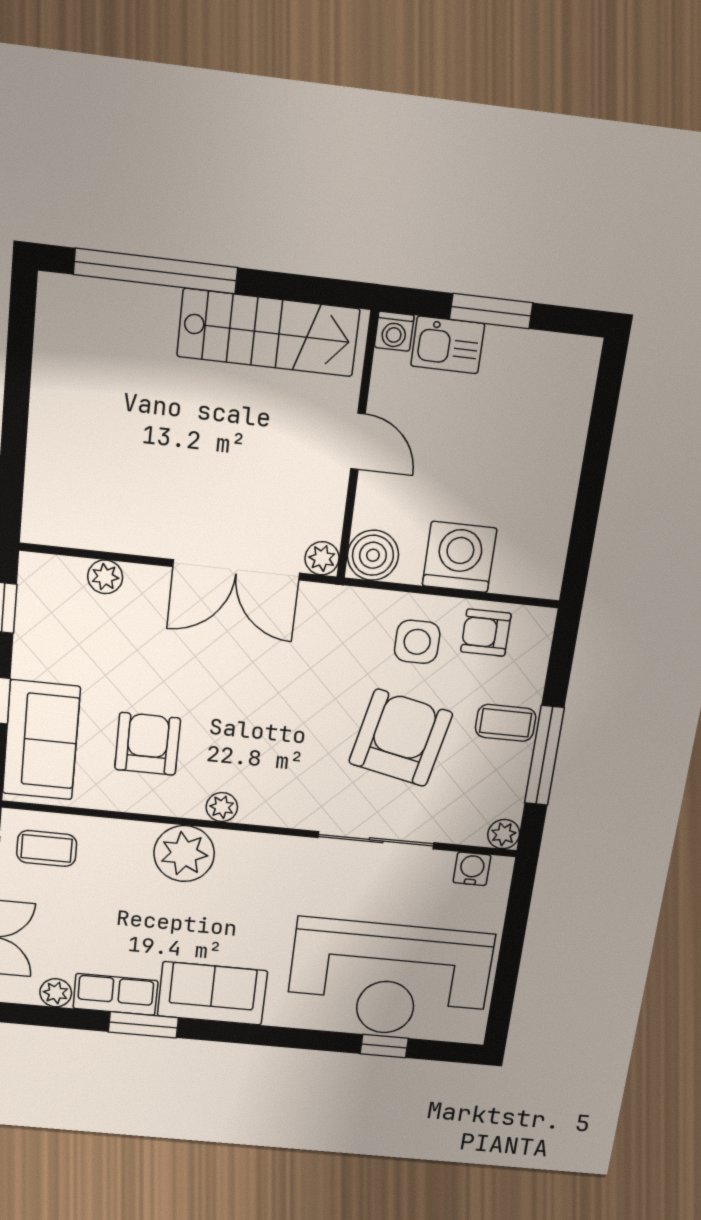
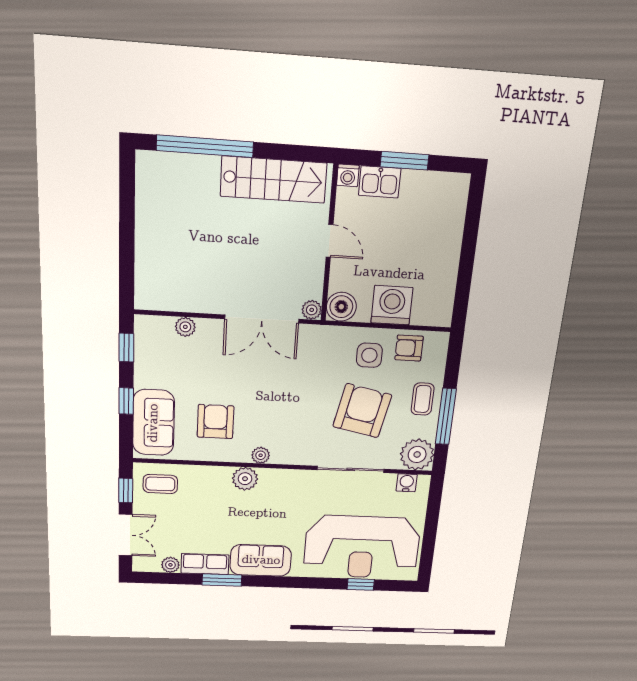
coffee table: (506, 723) -> (423, 399), turned 90
plant: (504, 834) -> (417, 454), width x1.87, depth x1.87
plant: (184, 854) -> (245, 479), width x0.73, depth x0.73

